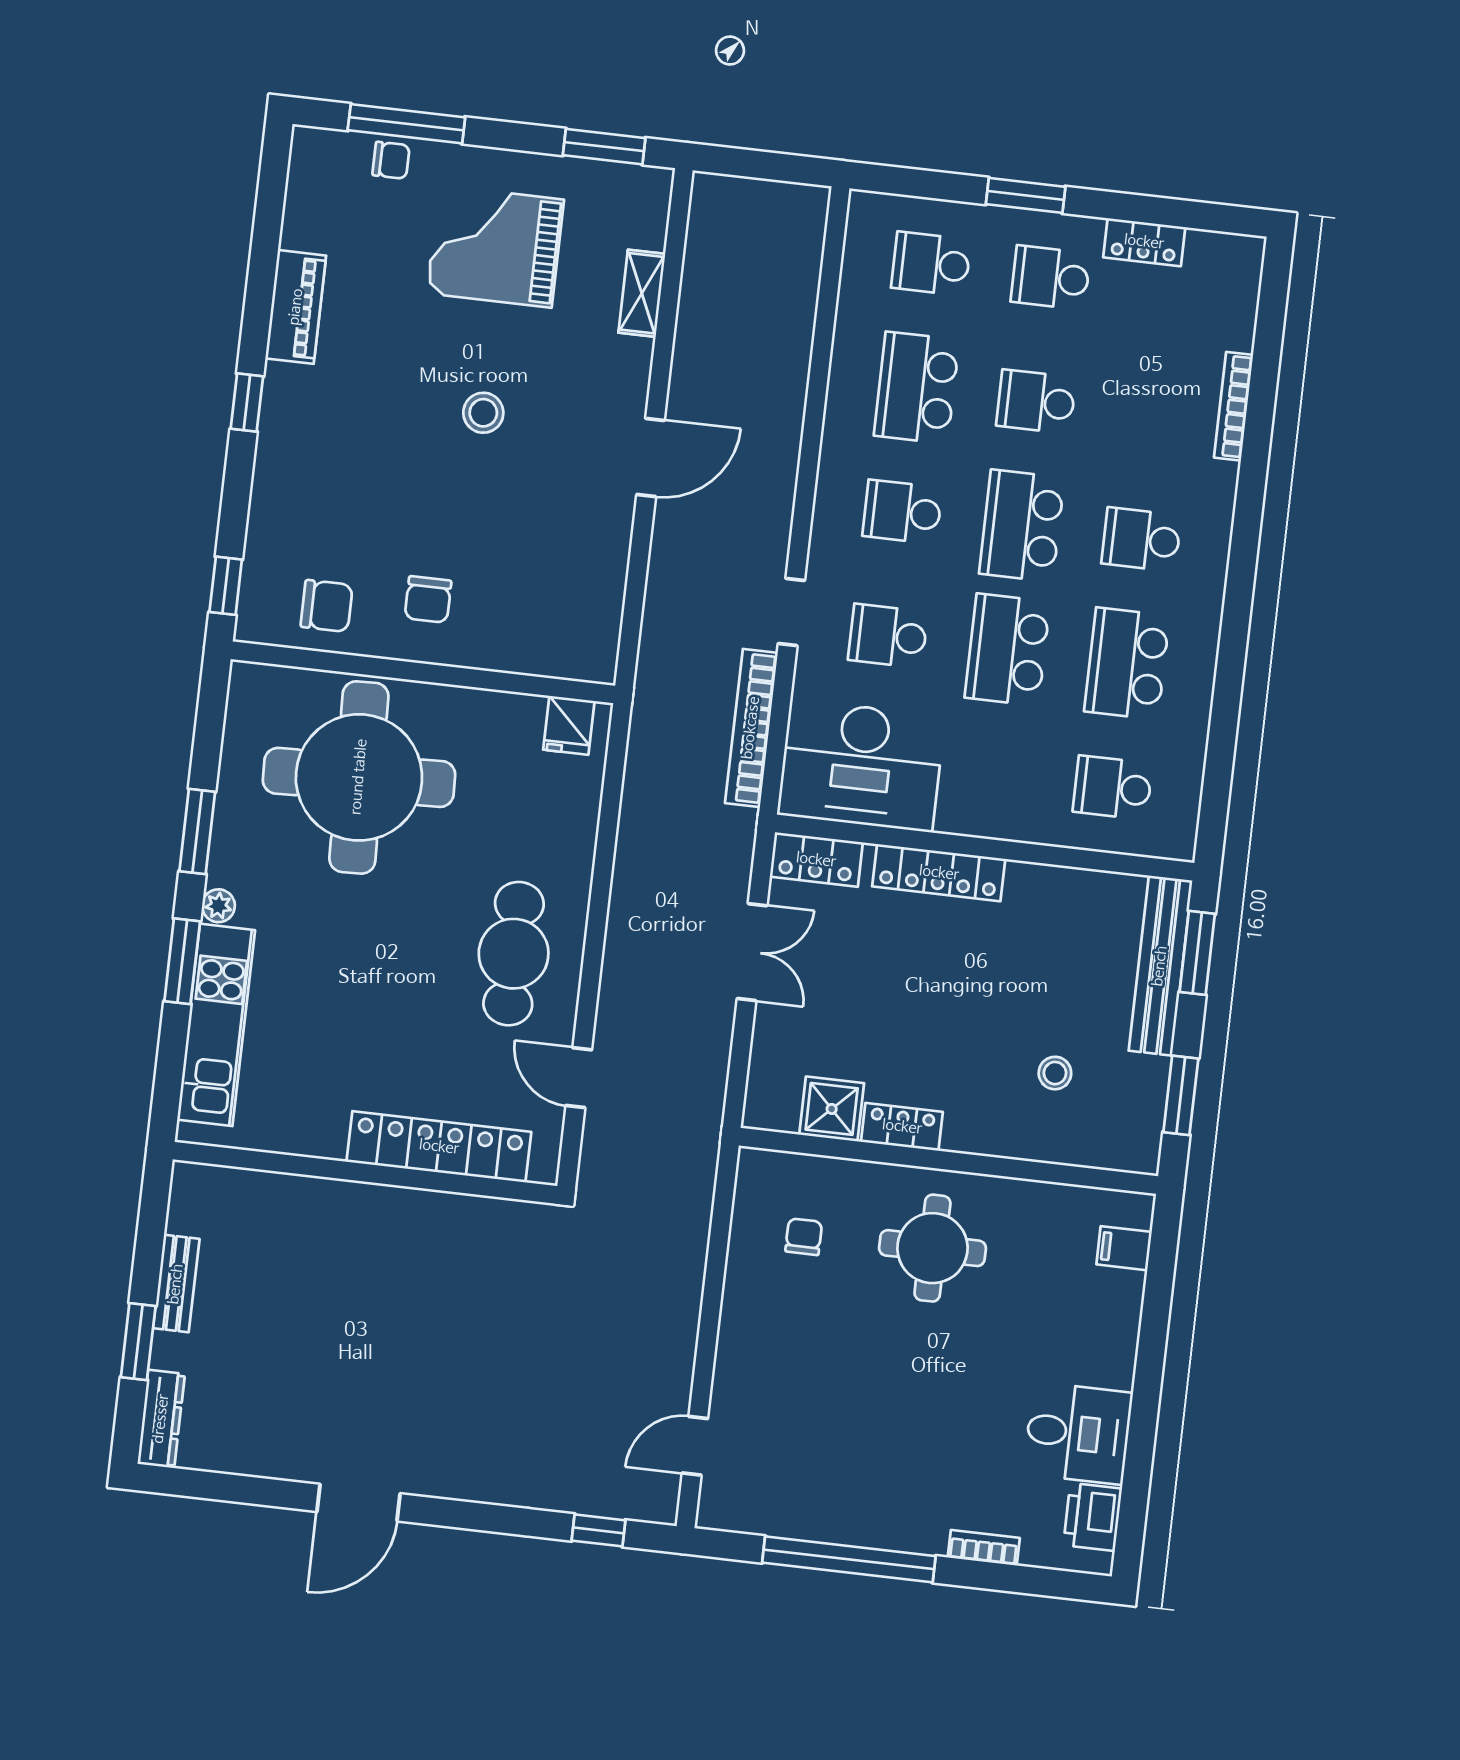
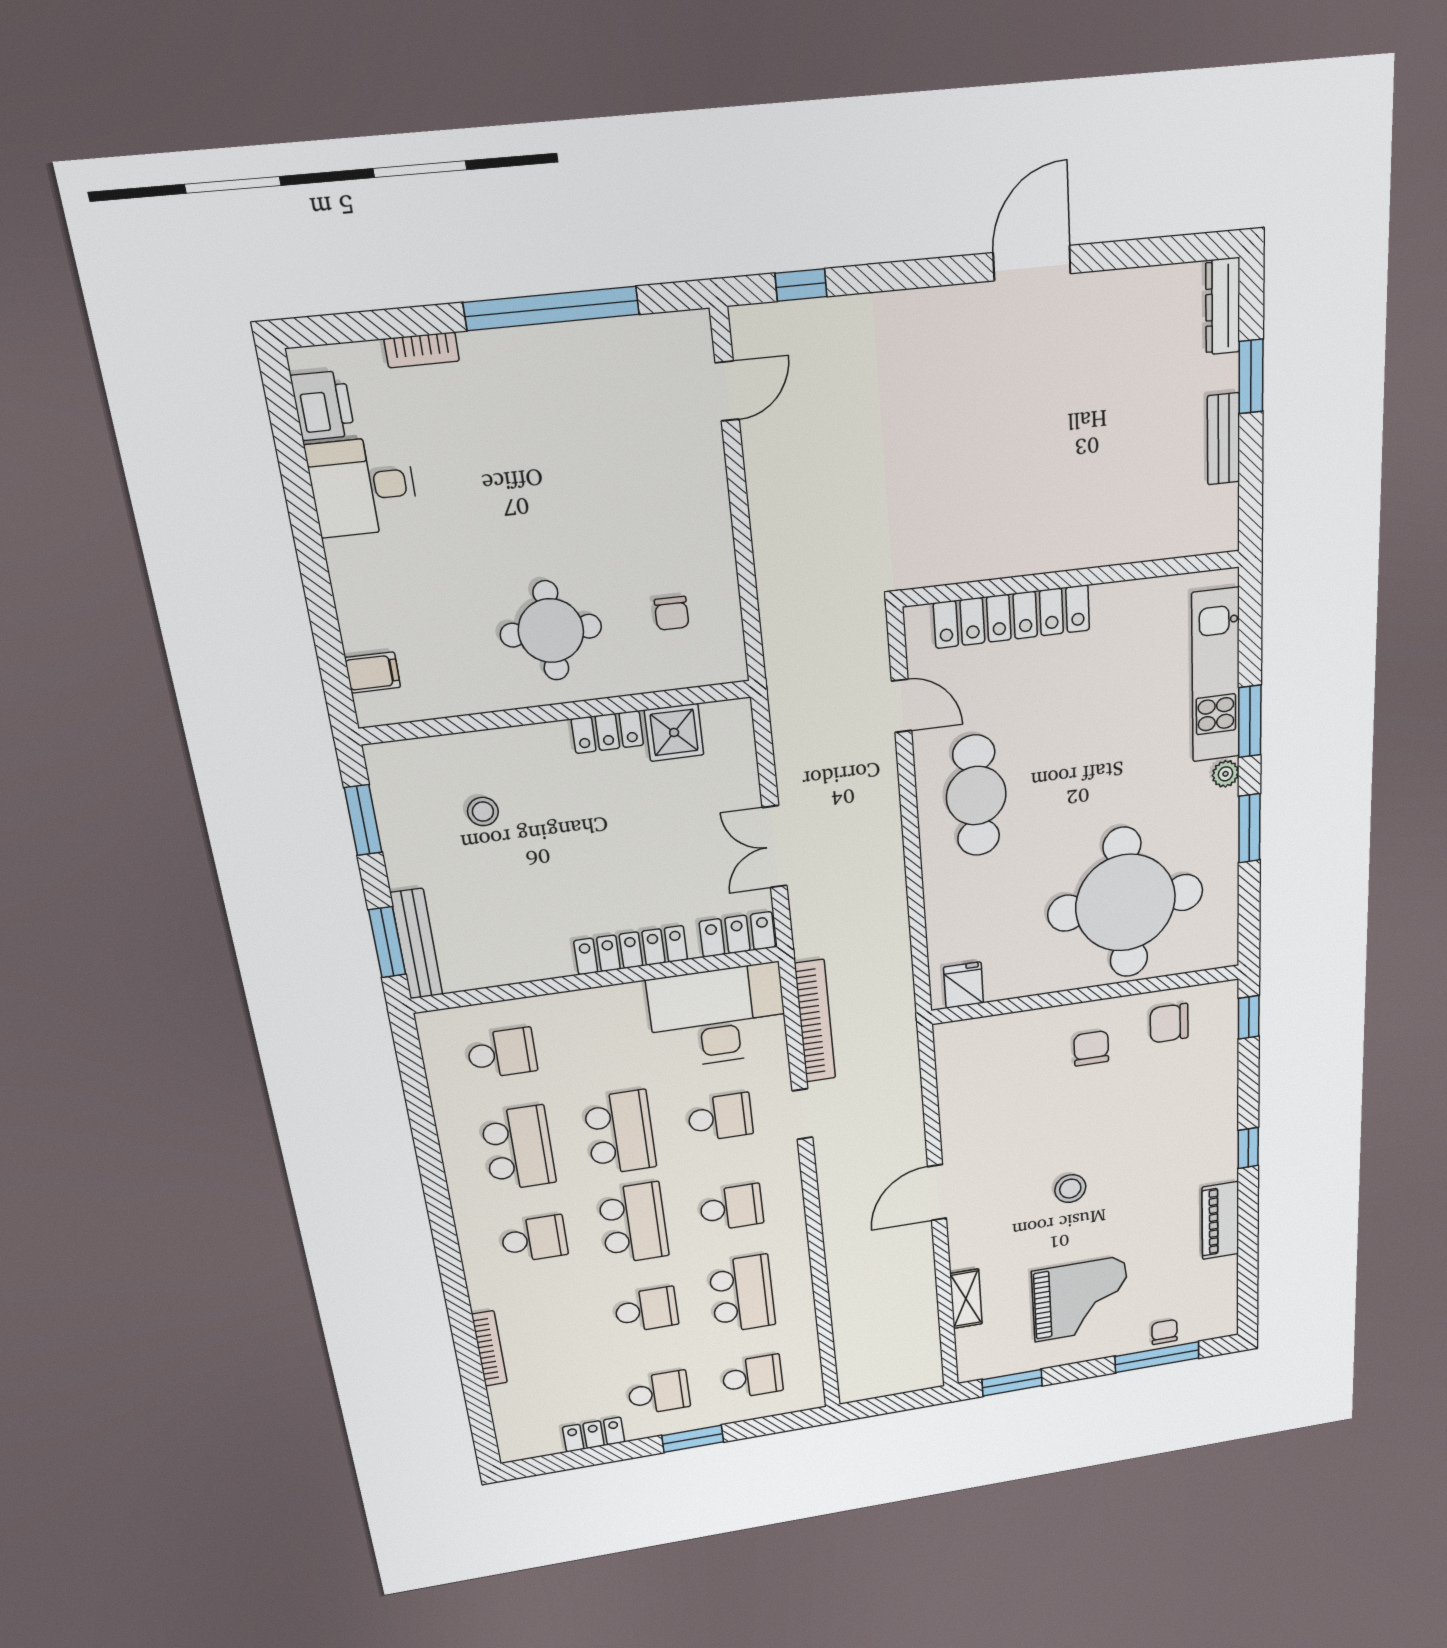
chair: (391, 160) -> (1165, 1332), turned 90
bench: (1160, 966) -> (417, 944), width x0.73, depth x0.82

